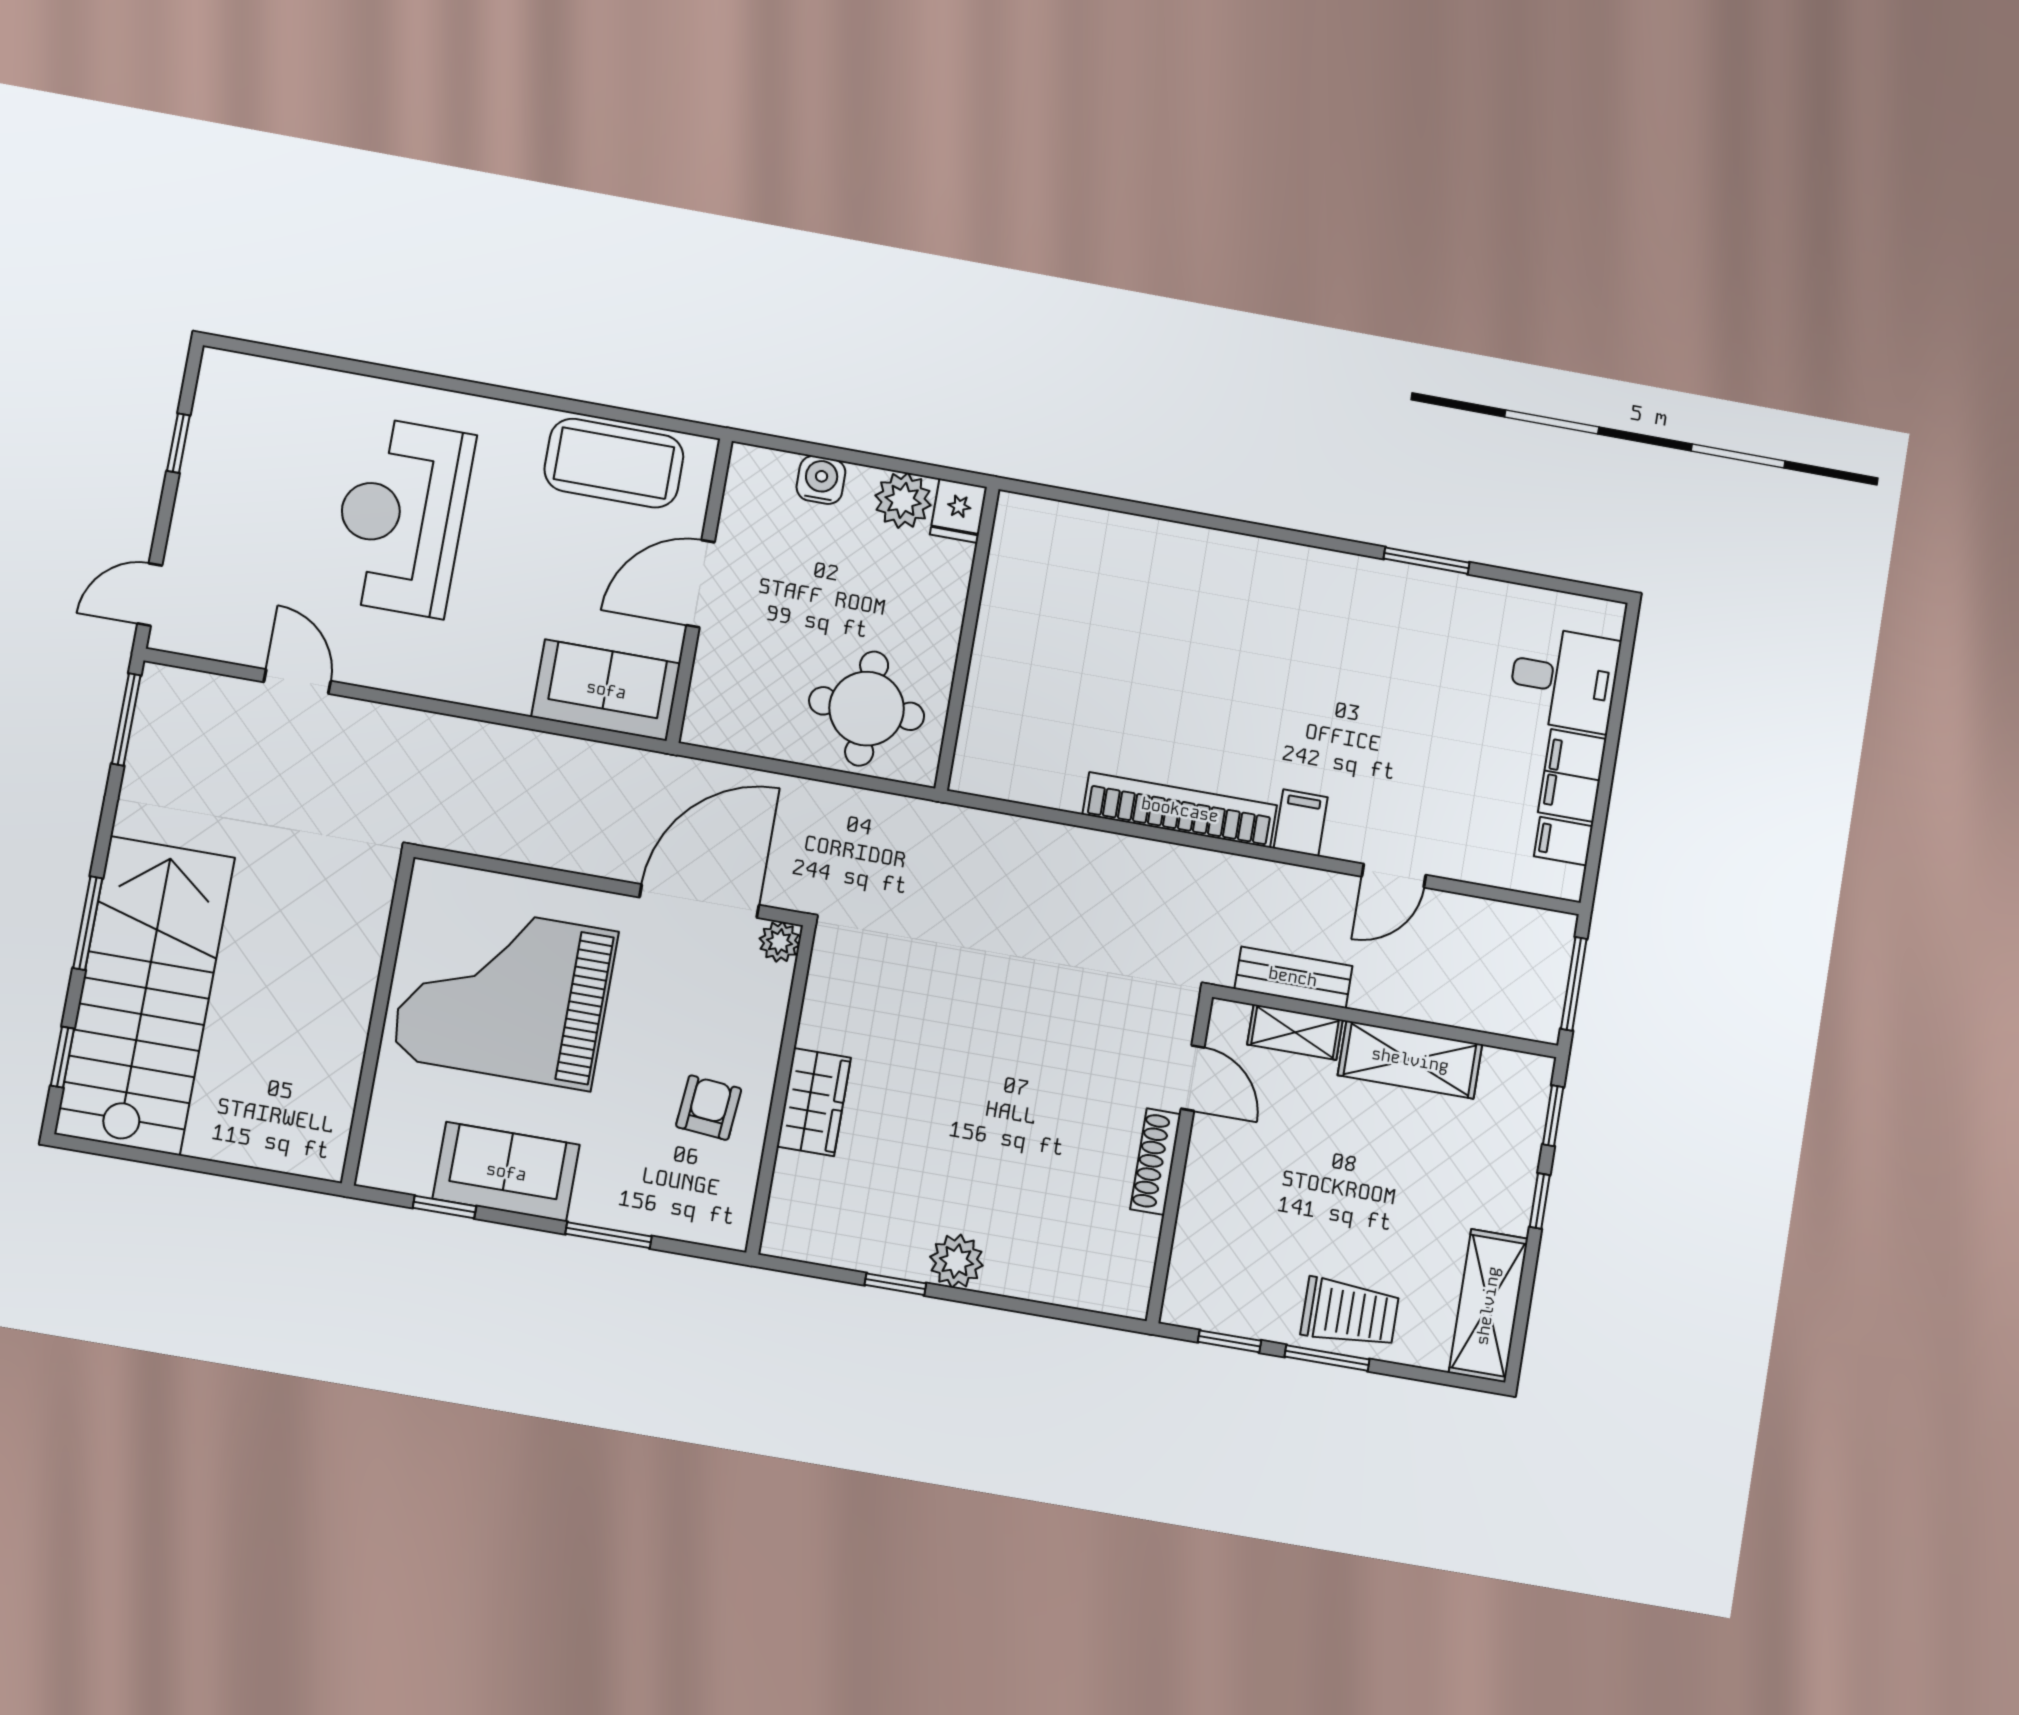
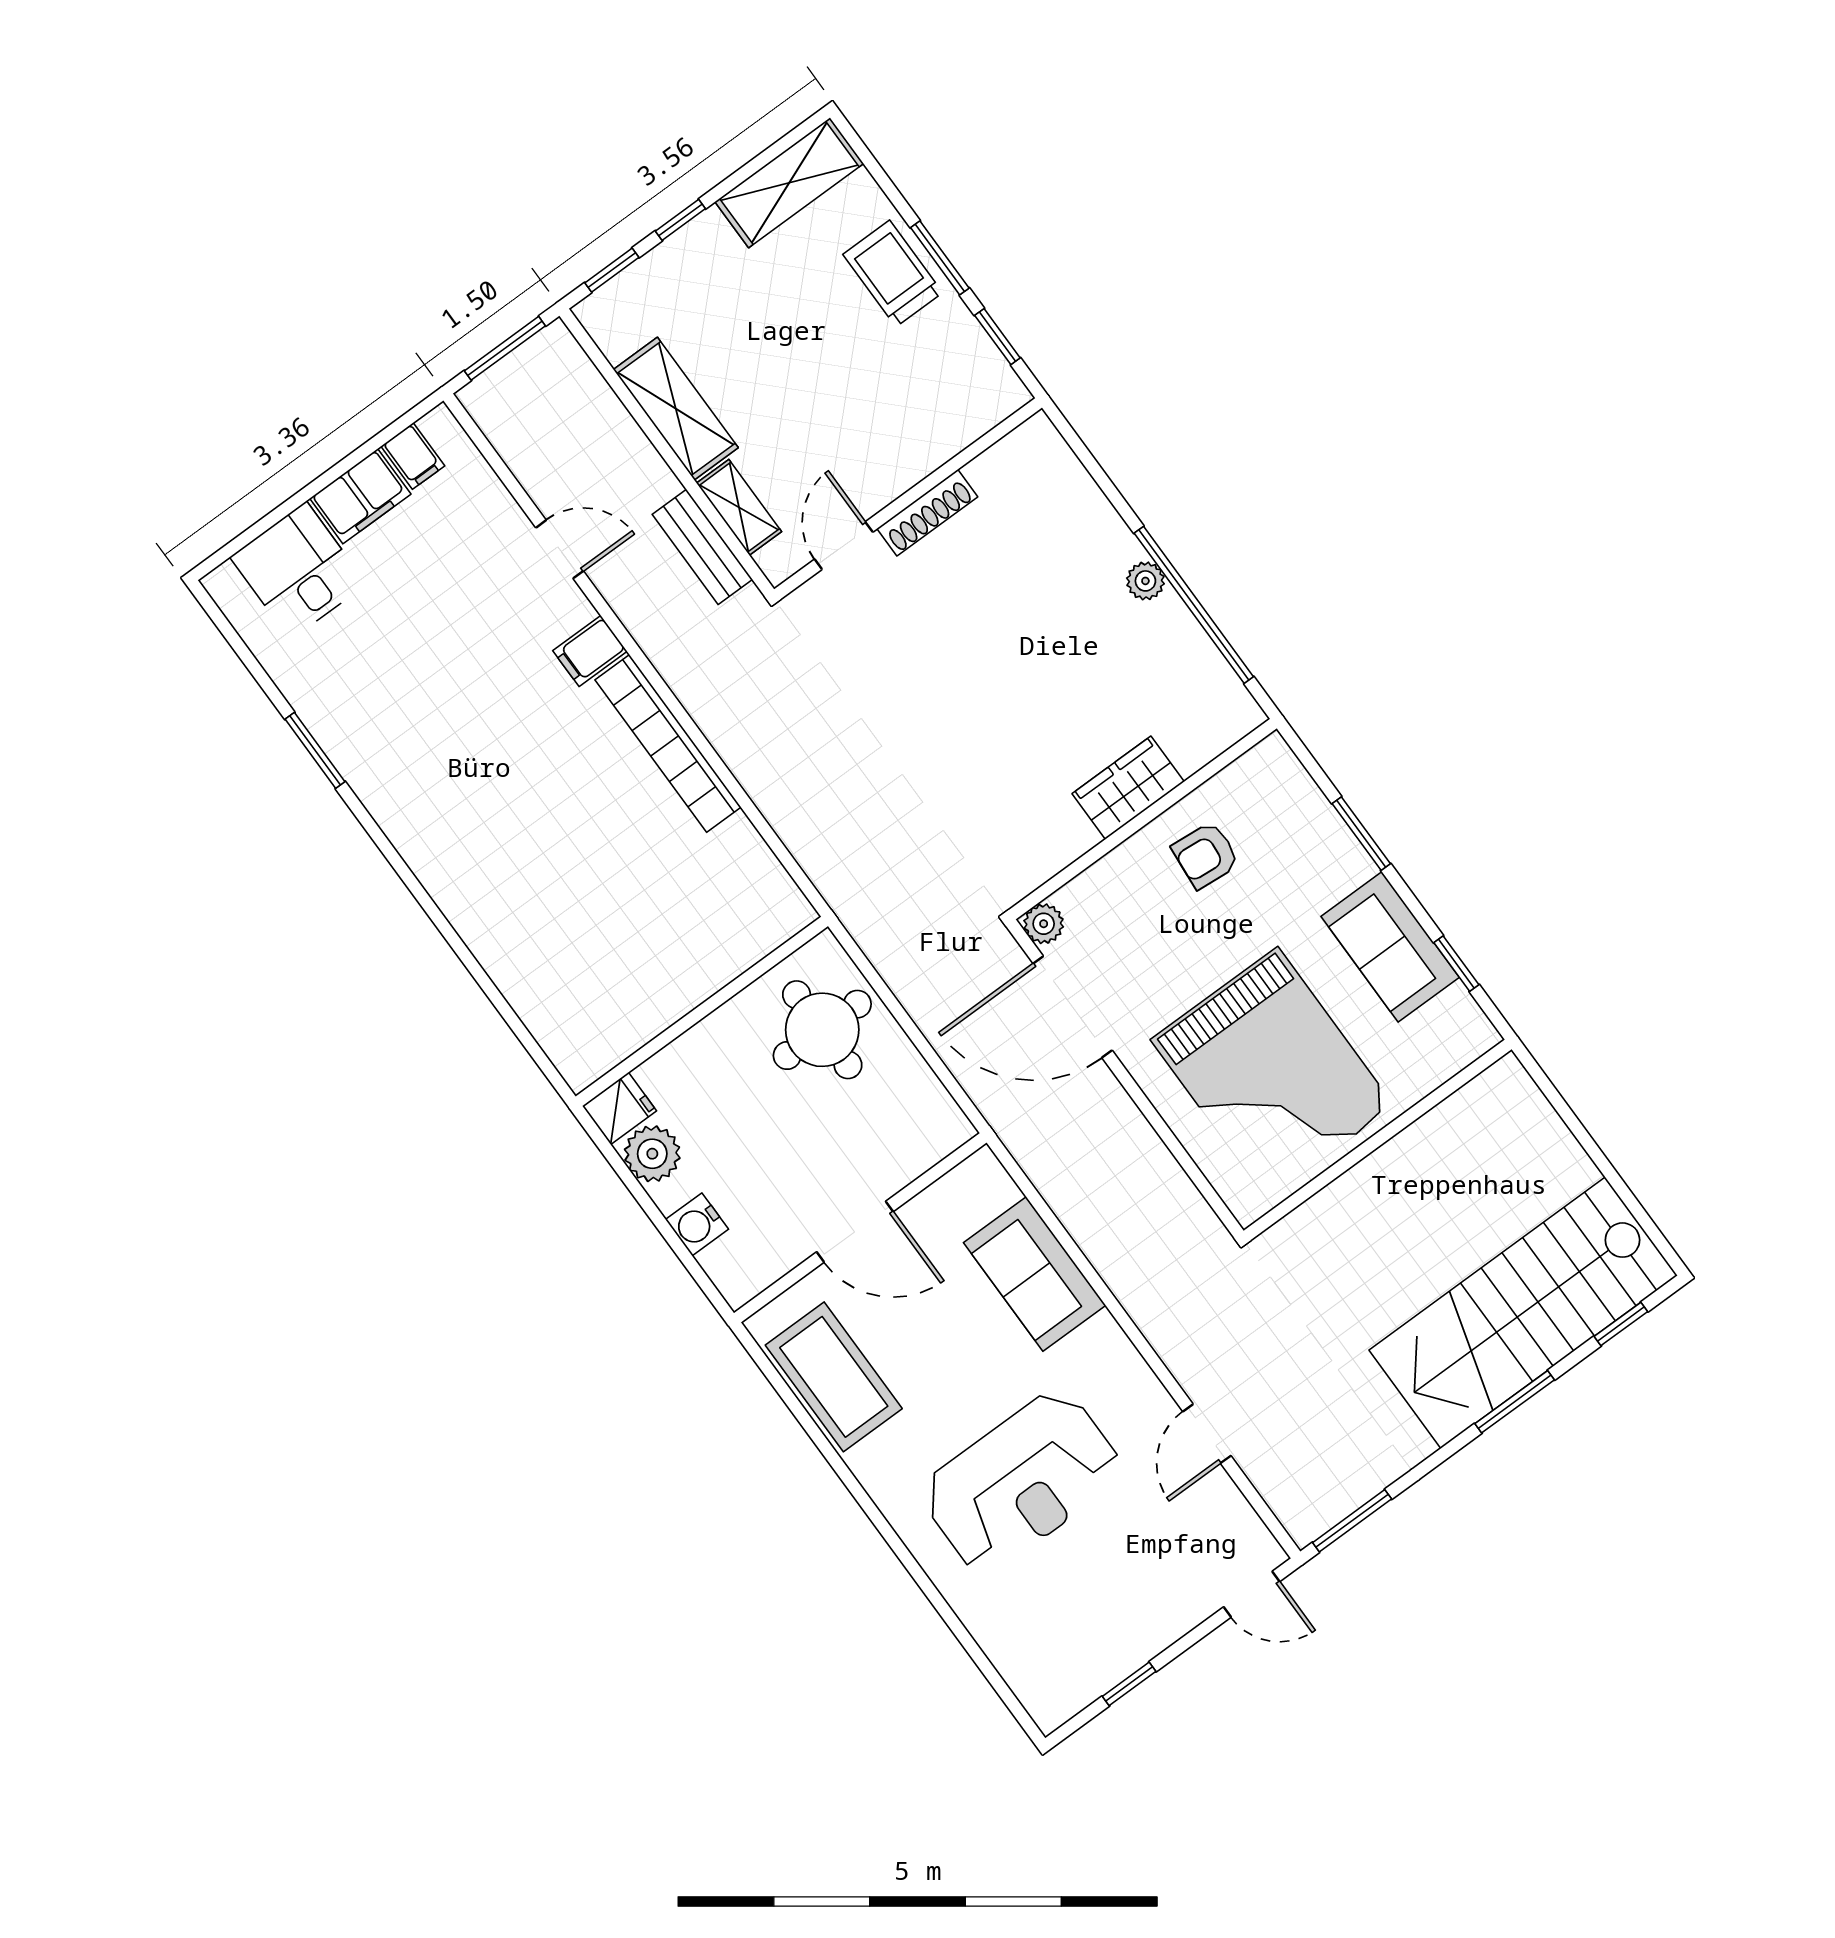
sofa: (606, 690) -> (1035, 1274), moved
plant: (956, 1261) -> (1145, 581), width x0.73, depth x0.73
window: (895, 1284) -> (1194, 605), width x3.17

